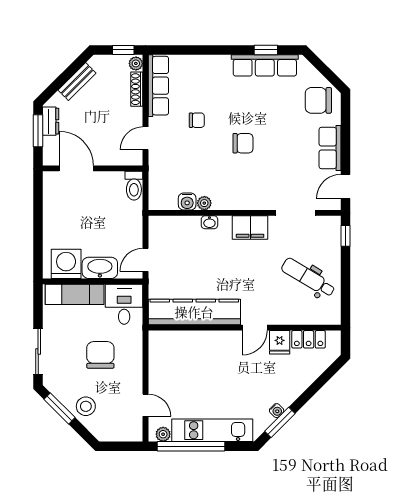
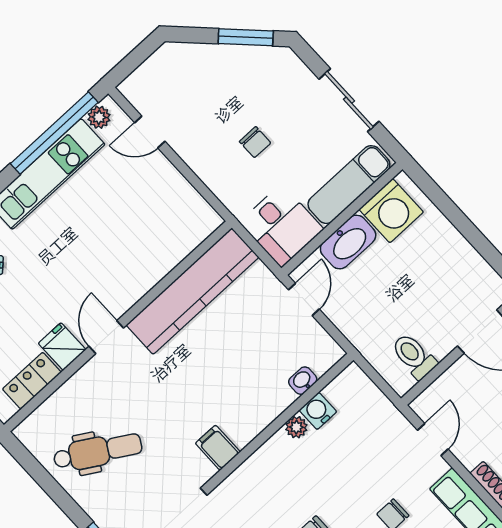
toilet: (134, 186) -> (414, 356), moved
washbasin: (209, 222) -> (303, 381), moved
filing cabinet: (250, 227) -> (218, 448), width x0.50
sliding door: (38, 352) -> (349, 100), moved
chair: (100, 355) -> (255, 142), width x0.54, depth x0.54
stool: (86, 406) -> (218, 68), removed

